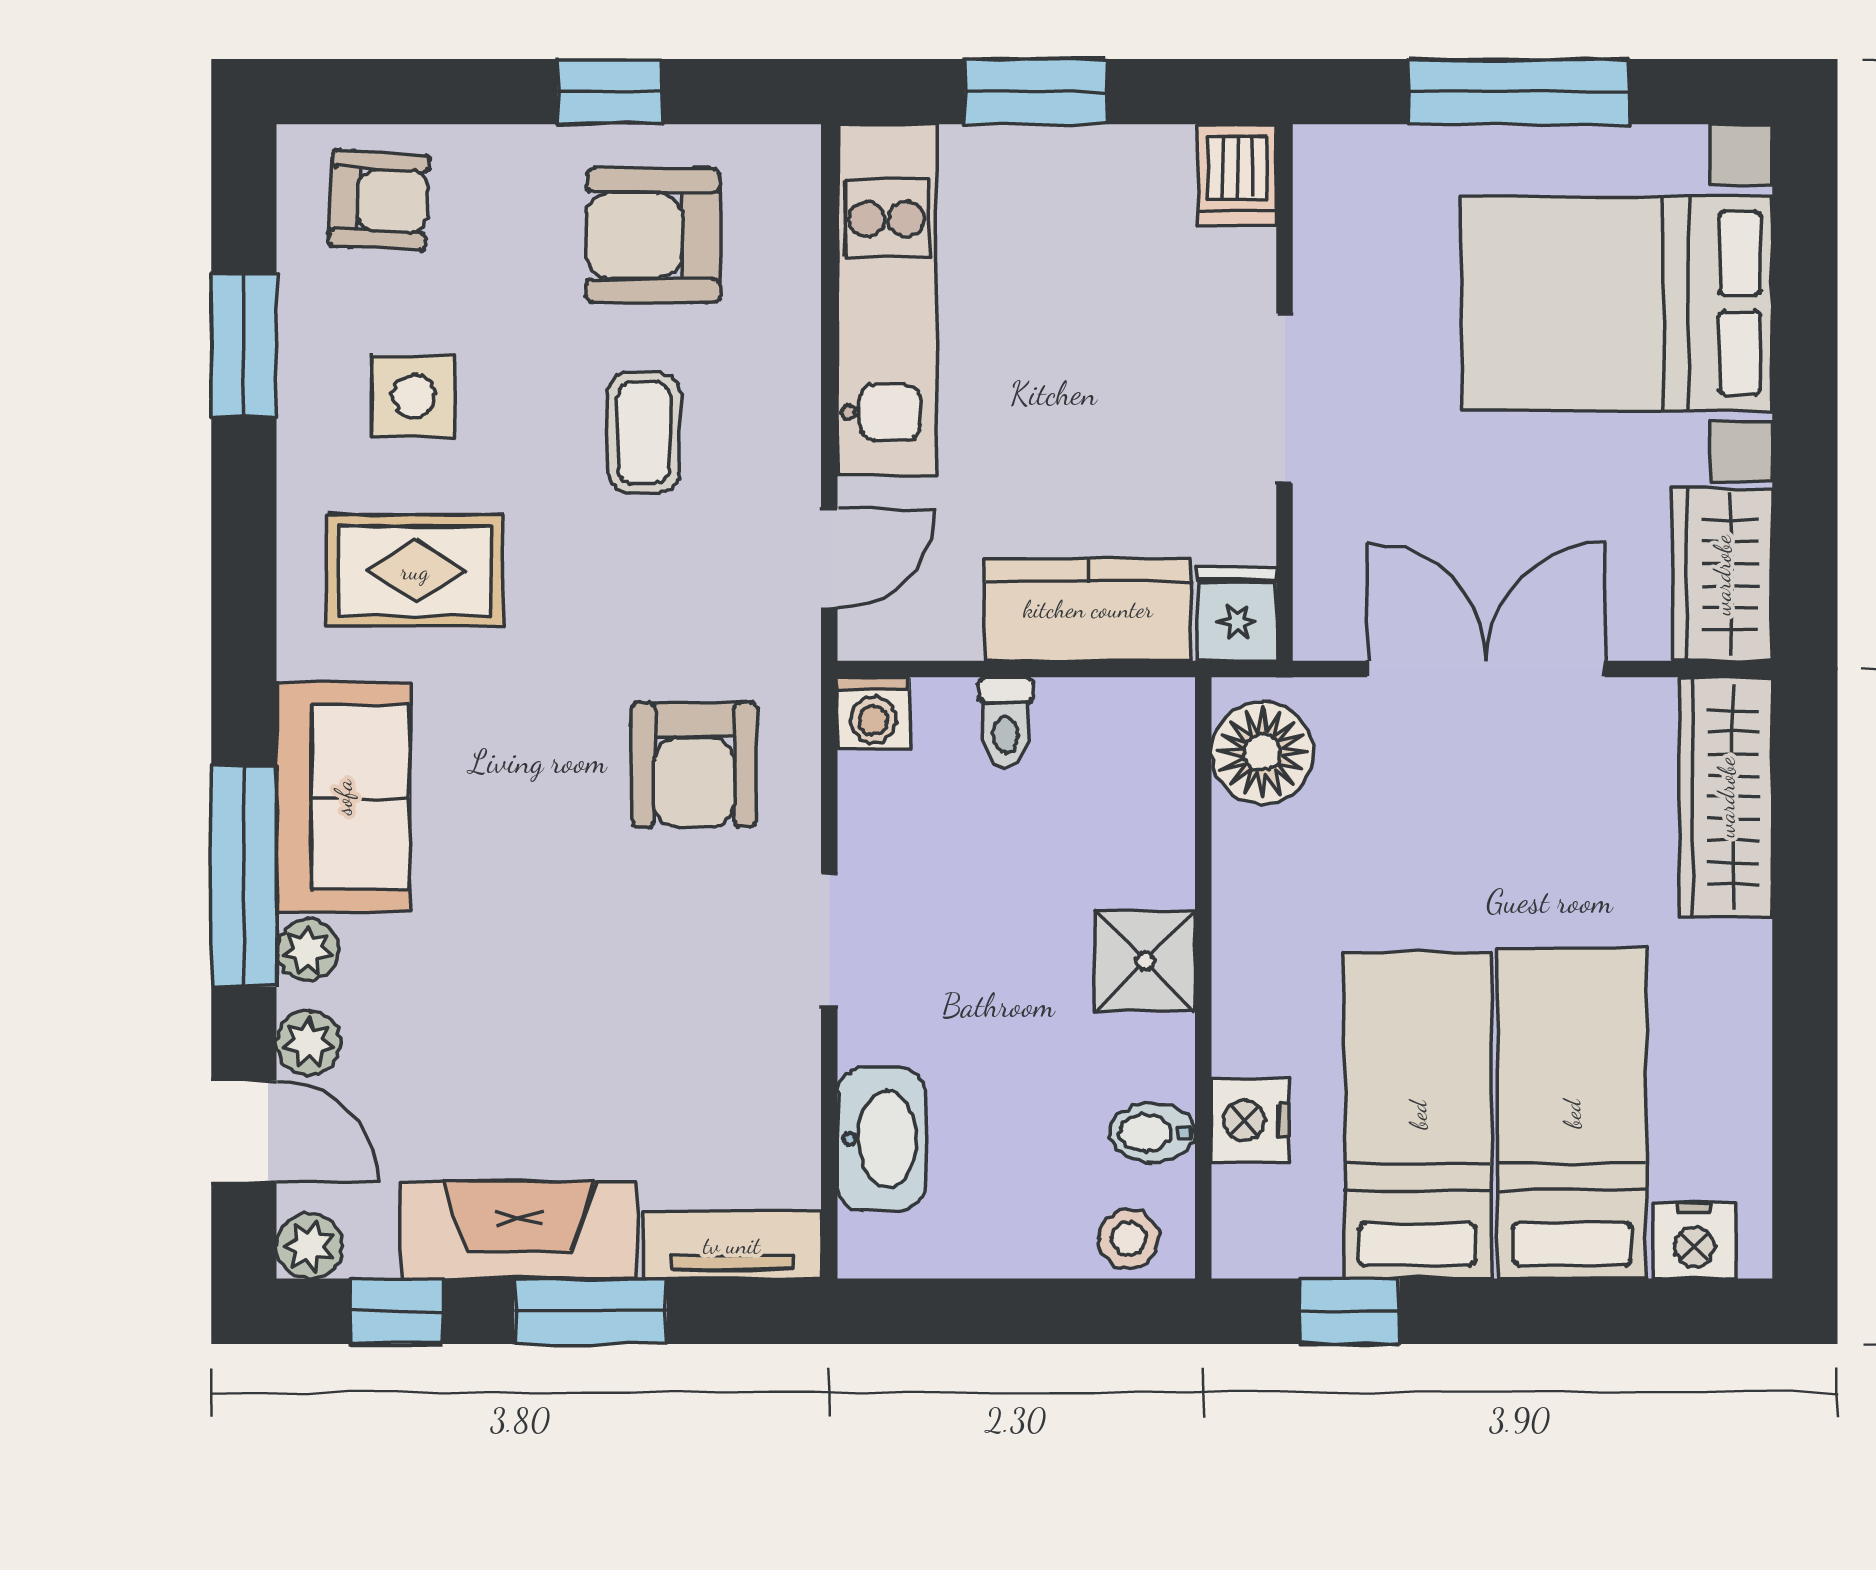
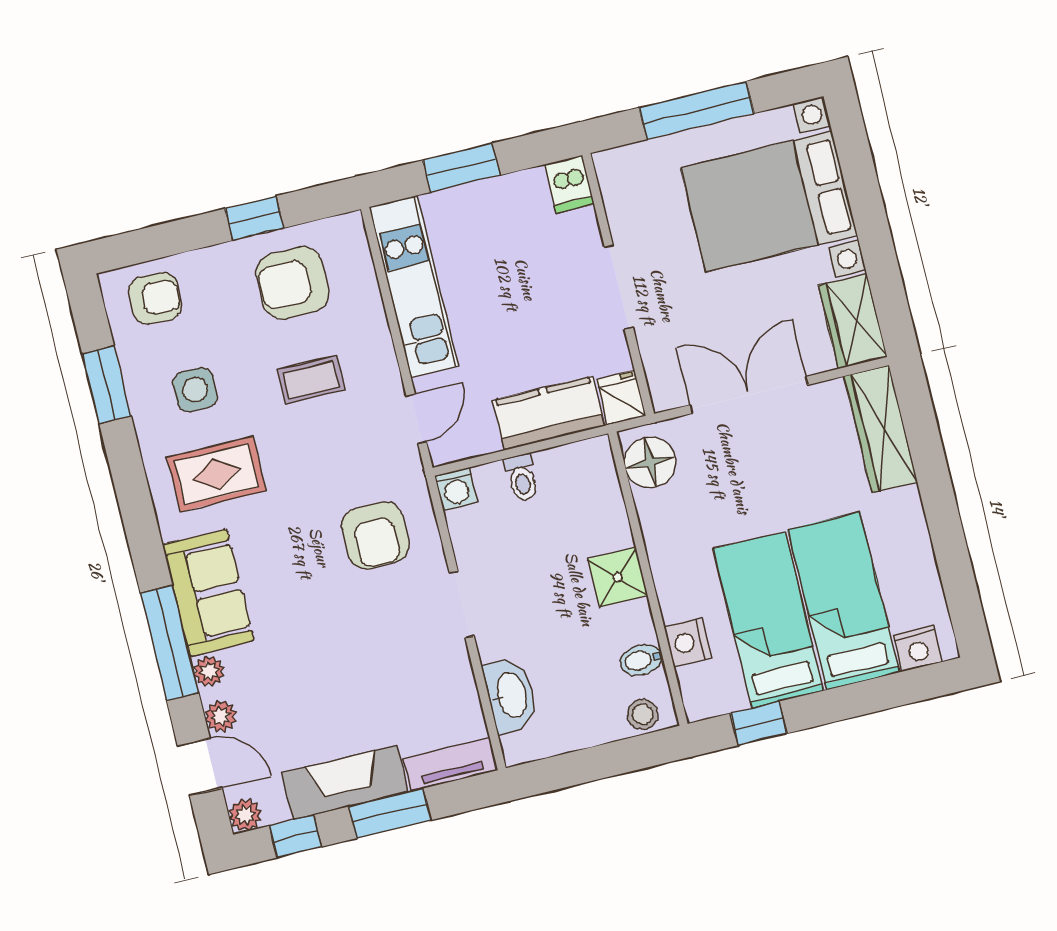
coffee table: (644, 432) -> (311, 380), turned 90

